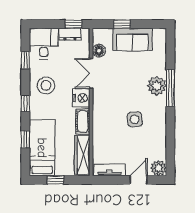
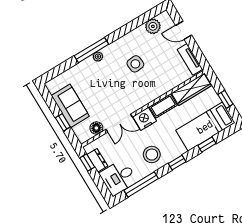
window: (25, 60) -> (141, 184), width x2.17
plant: (157, 86) -> (98, 57), width x0.53, depth x0.53
plant: (158, 168) -> (153, 26), moved

